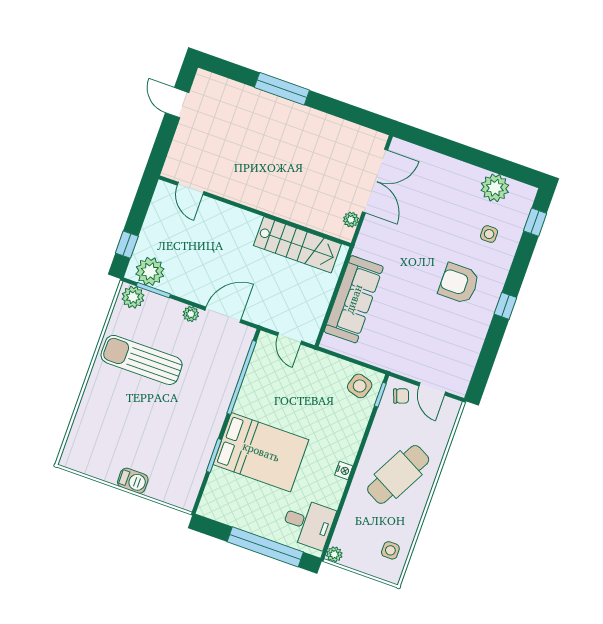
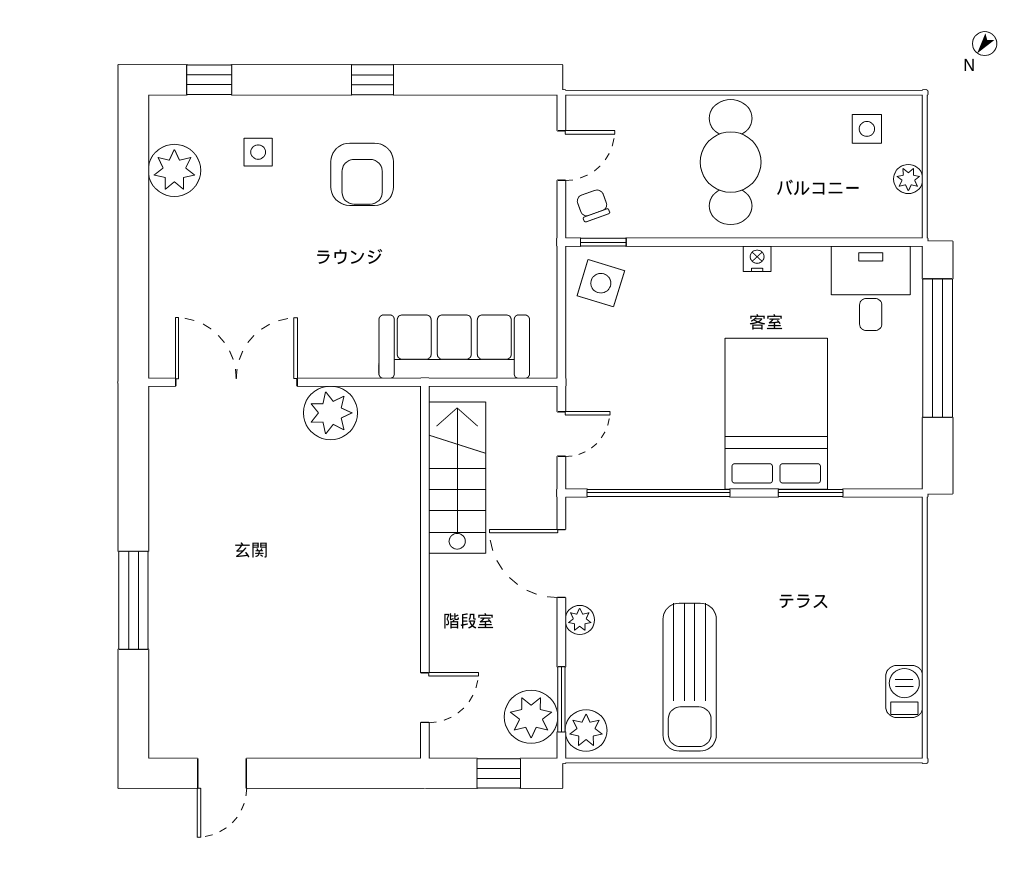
door: (191, 188) -> (425, 698), moved
wall: (255, 211) -> (425, 572), moved
plant: (351, 220) -> (330, 413), width x1.87, depth x1.87
stairs: (297, 245) -> (457, 478), moved
cafe table: (398, 474) -> (731, 162), turned 62
barbecue: (133, 481) -> (904, 691), moved
plant: (334, 554) -> (908, 179), moved

